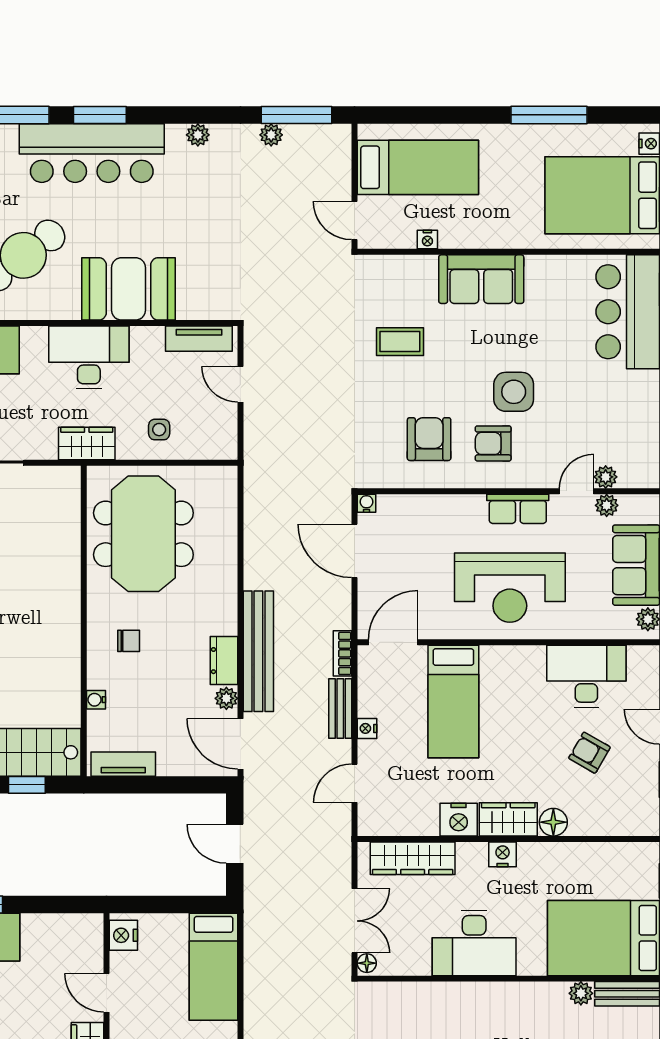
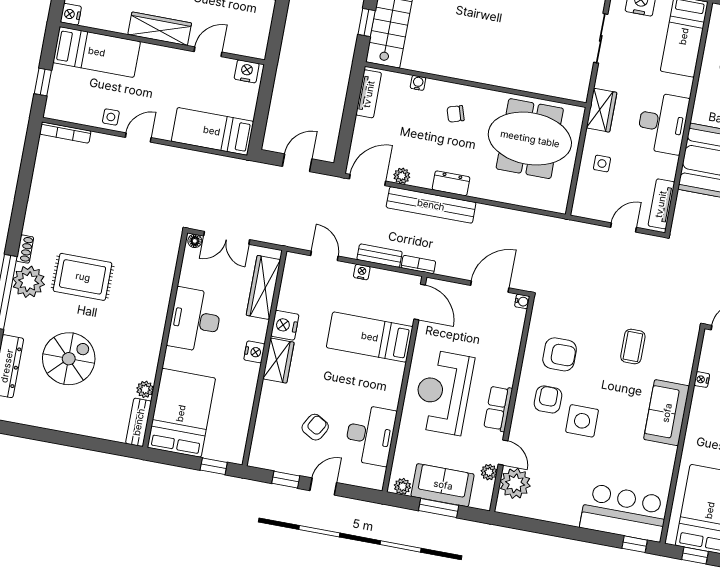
plant: (606, 477) -> (515, 483), width x1.87, depth x1.87
chair: (129, 641) -> (456, 114), turned 73
dresser: (224, 661) -> (451, 183), moved
floor lamp: (553, 822) -> (270, 392), removed

